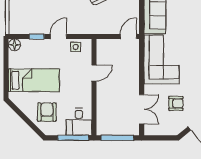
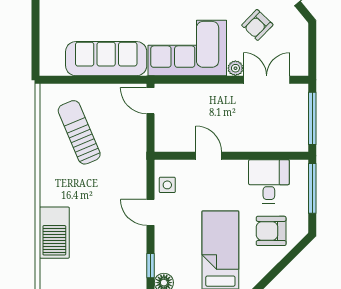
window: (37, 36) -> (151, 266), moved
plant: (149, 90) -> (235, 68), added
armchair: (176, 103) -> (257, 25), turned -136
desk: (79, 122) -> (269, 181), moved, turned -90

